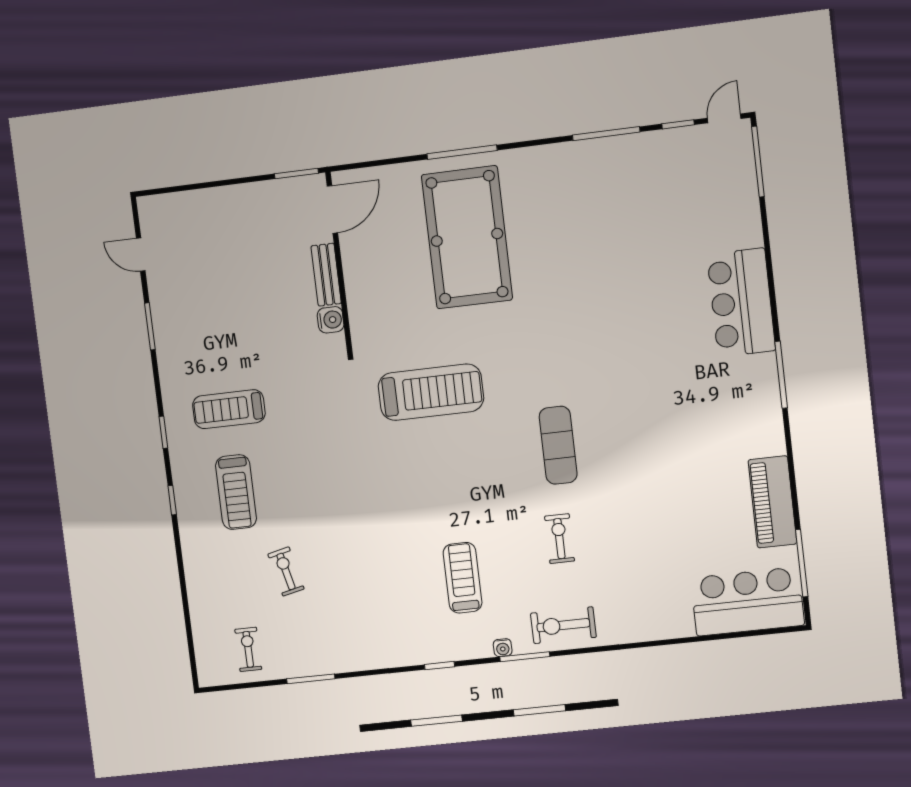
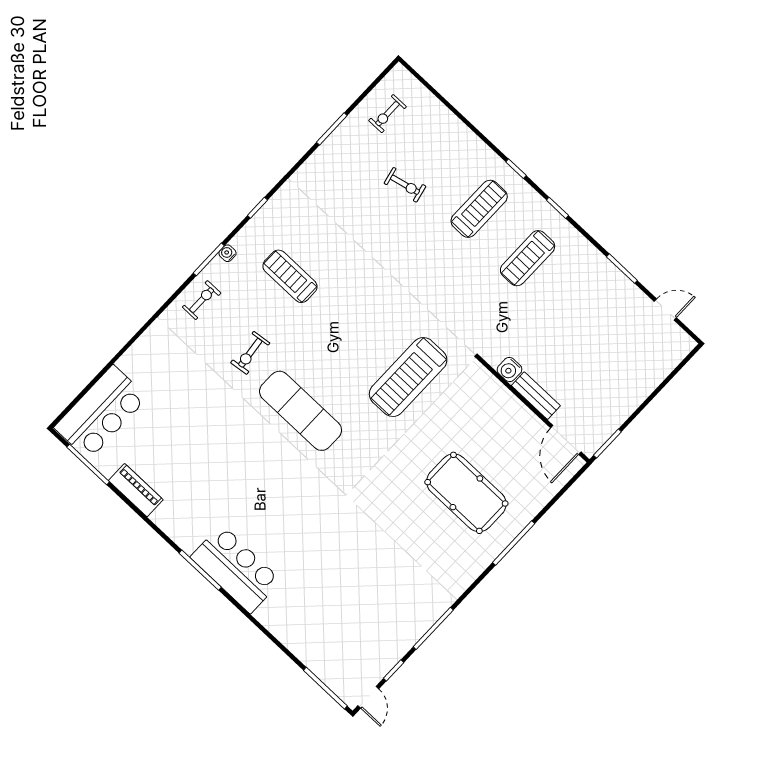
pool table: (467, 237) -> (466, 493), width x0.73, depth x0.76
bar counter: (741, 303) -> (236, 569), moved
treadmill: (229, 409) -> (528, 258), turned 180
exercise mat: (558, 445) -> (301, 411), width x1.36, depth x1.45
treadmill: (236, 492) -> (479, 209), turned 90
piano: (772, 502) -> (136, 490), width x0.73, depth x0.75
exercise bike: (559, 539) -> (250, 353), turned 83
treadmill: (463, 578) -> (290, 276), turned 180
exercise bike: (563, 625) -> (202, 300), width x0.73, depth x0.72
exercise bike: (248, 649) -> (388, 114), turned 90

